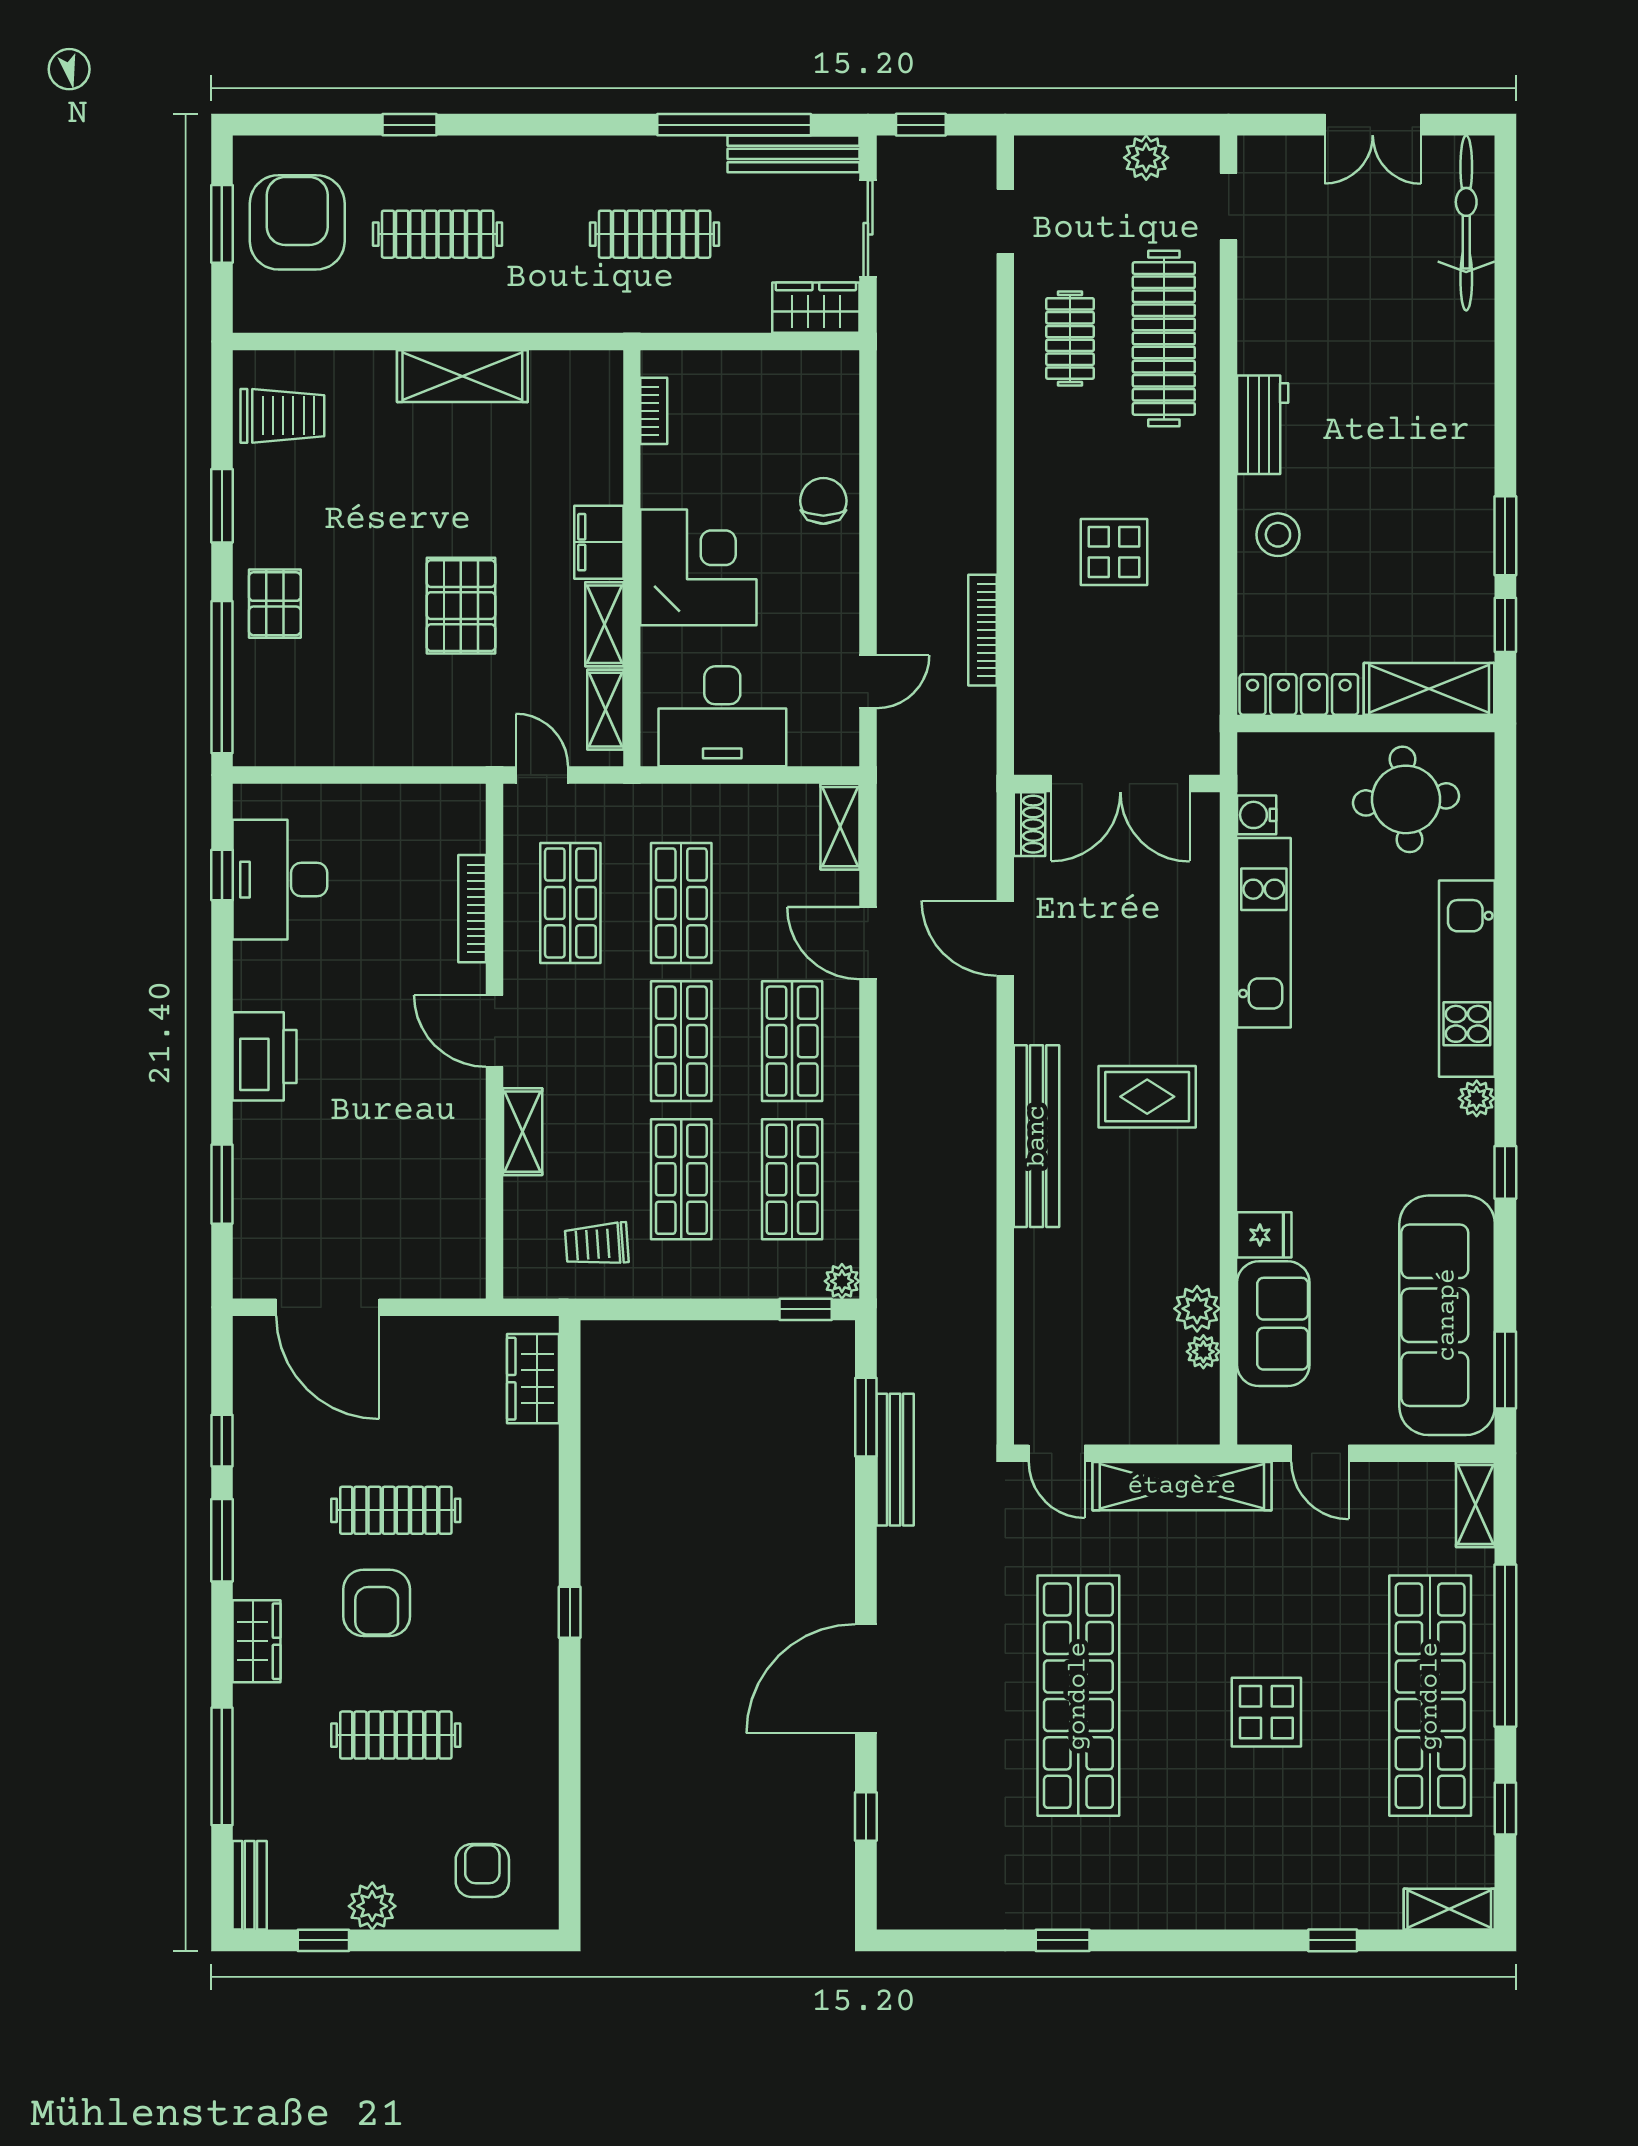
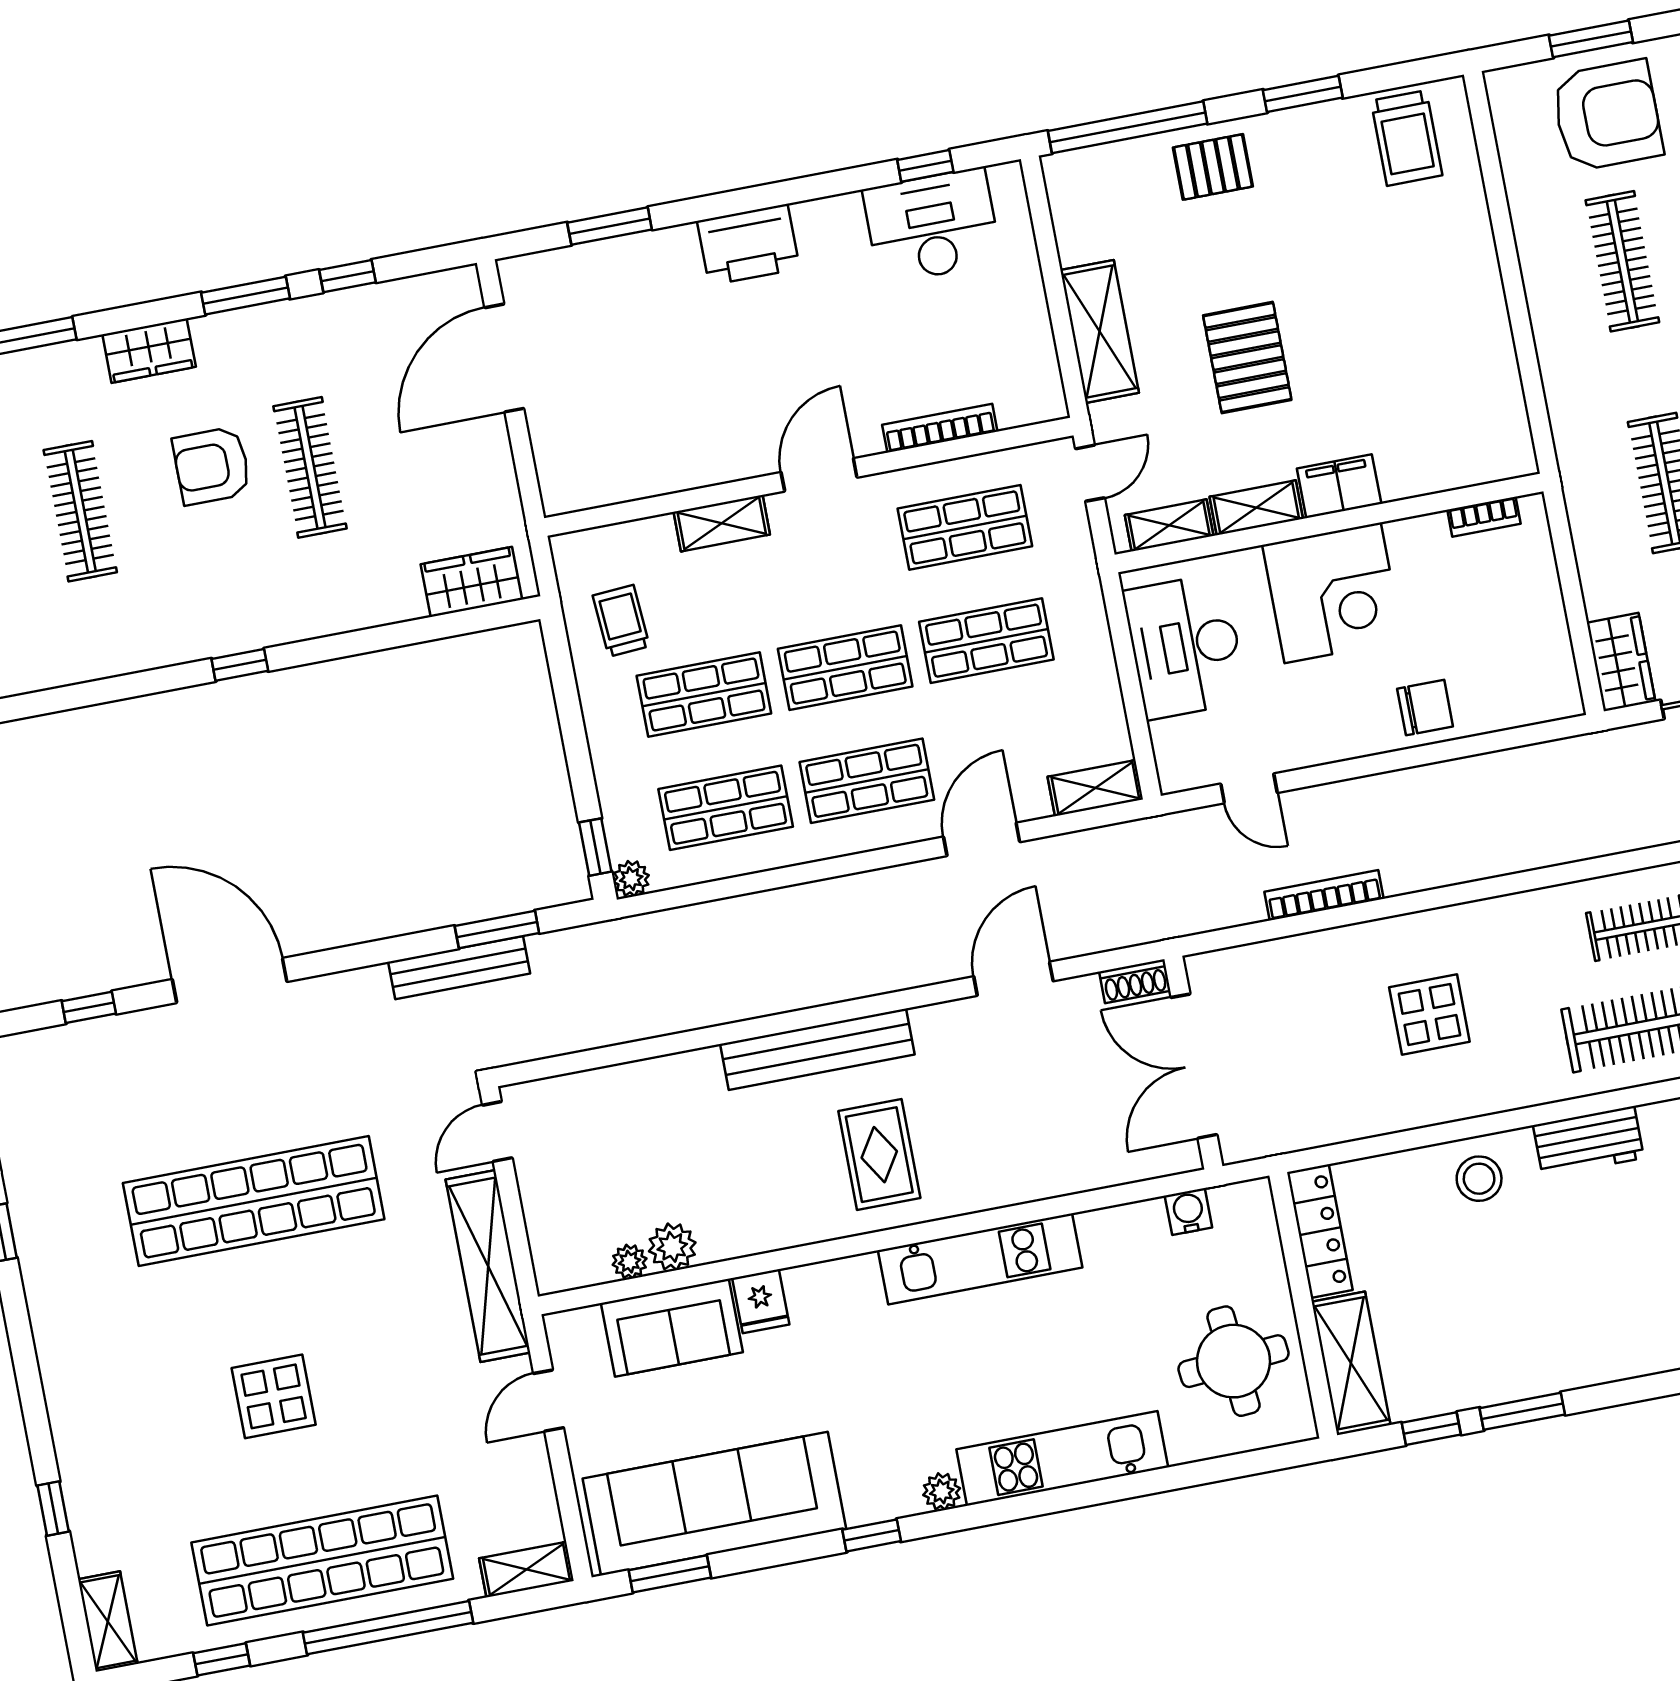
shelving: (462, 376) -> (1100, 331), moved
pallet: (461, 606) -> (1247, 358), turned 90
kitchen unit: (1264, 933) -> (980, 1259), moved

